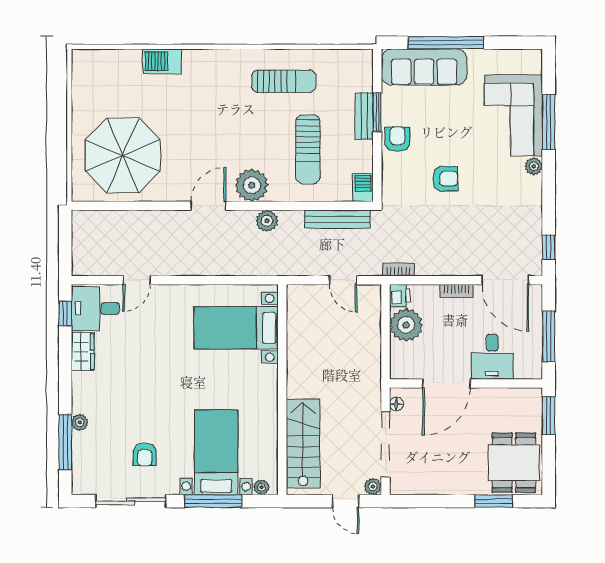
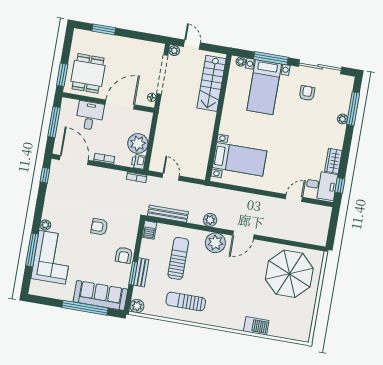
plant: (362, 60) -> (137, 306), added
dining table: (514, 463) -> (88, 73), moved

